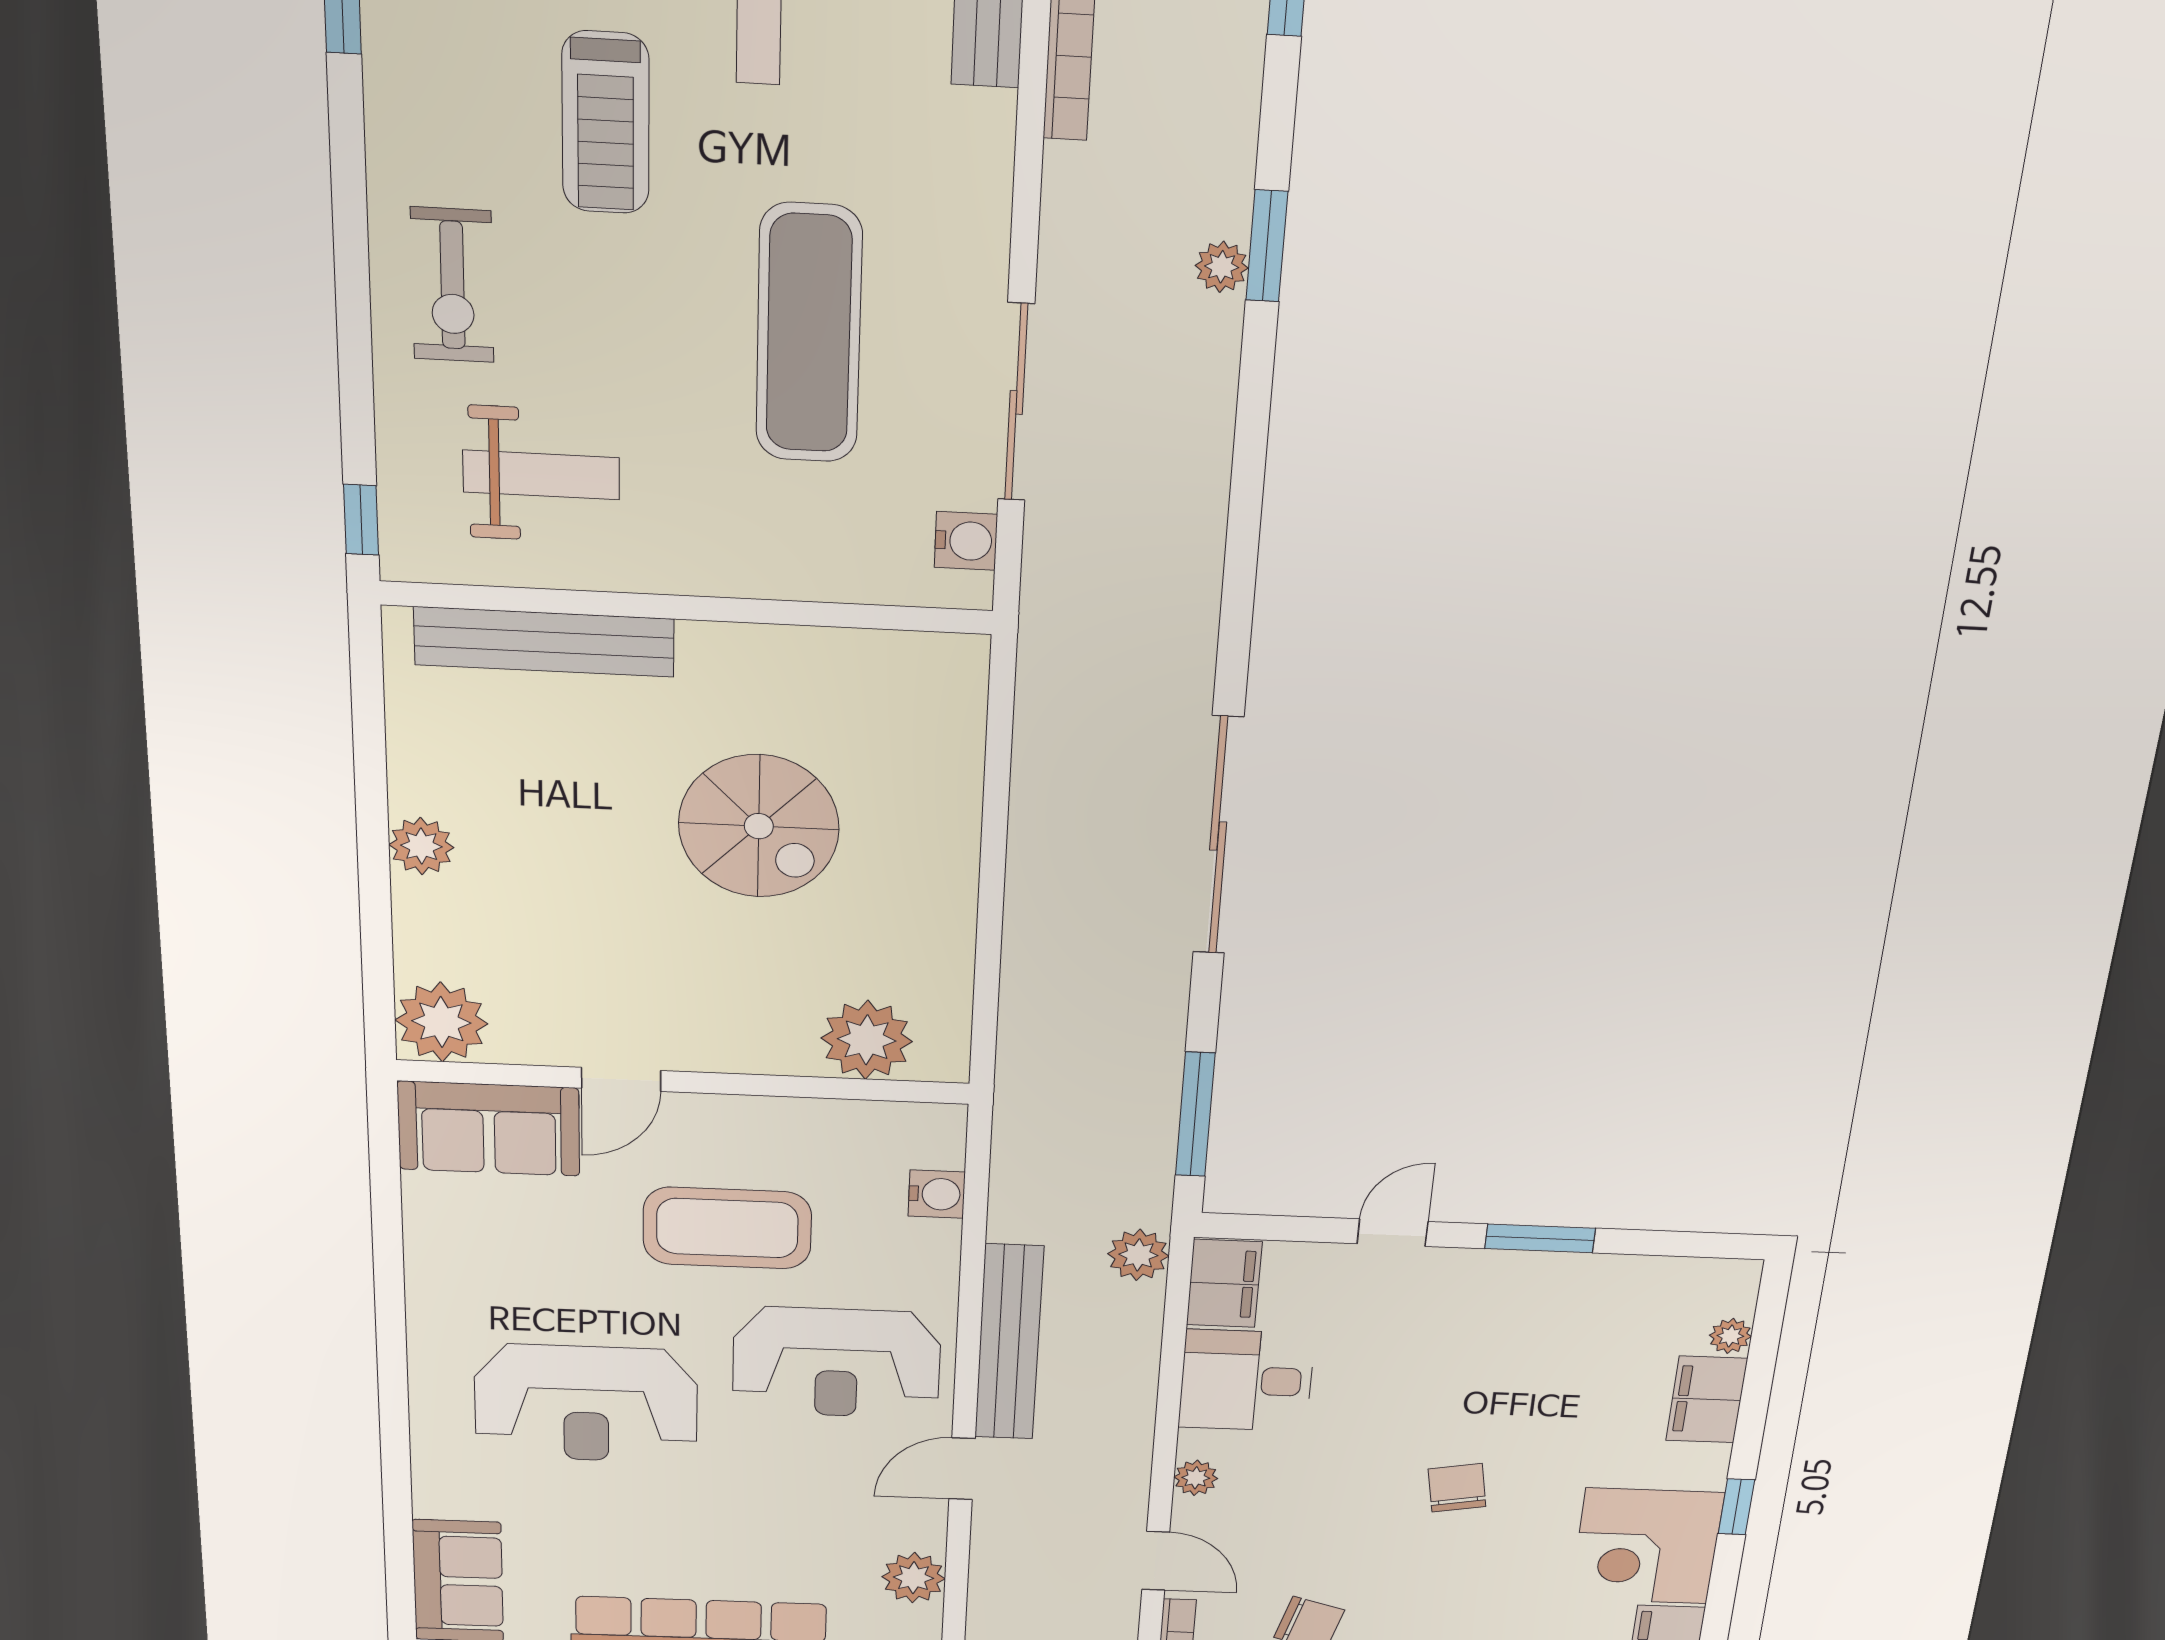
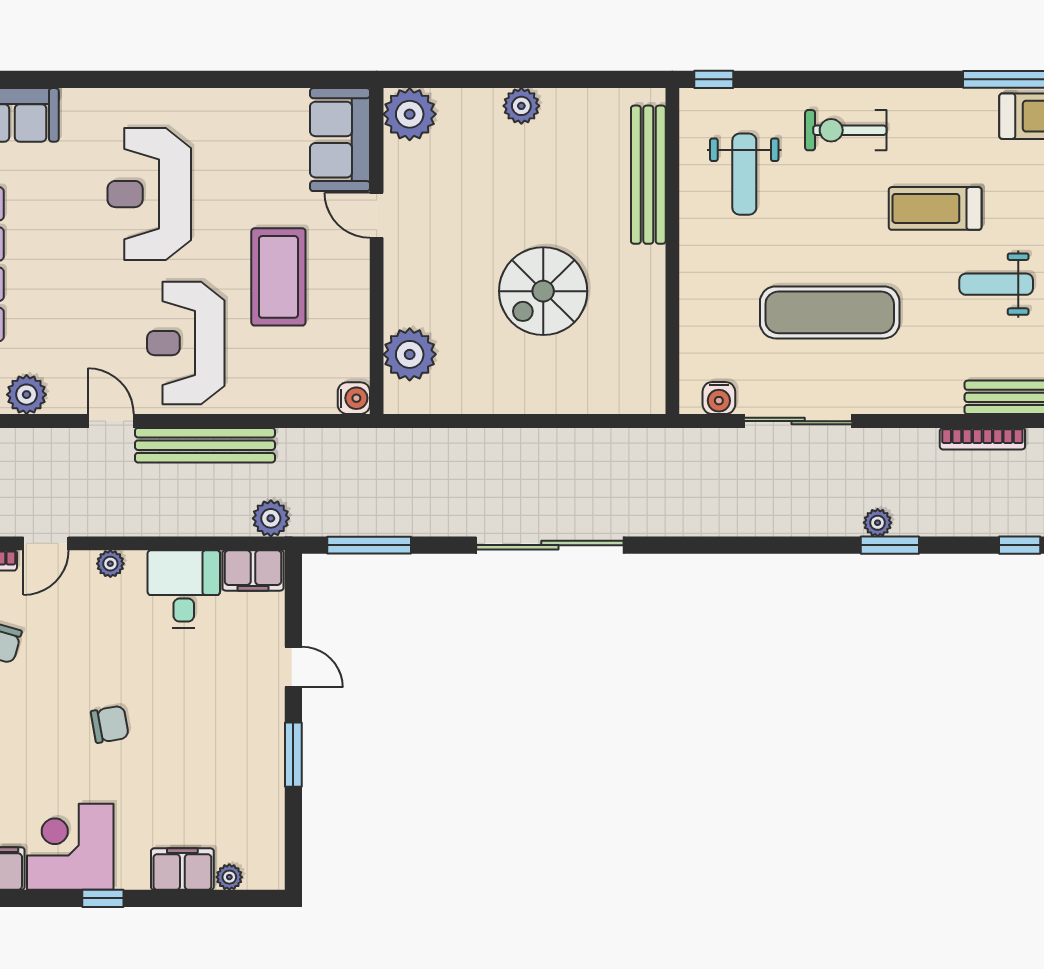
water cooler: (937, 1194) -> (354, 398), moved, turned -90

